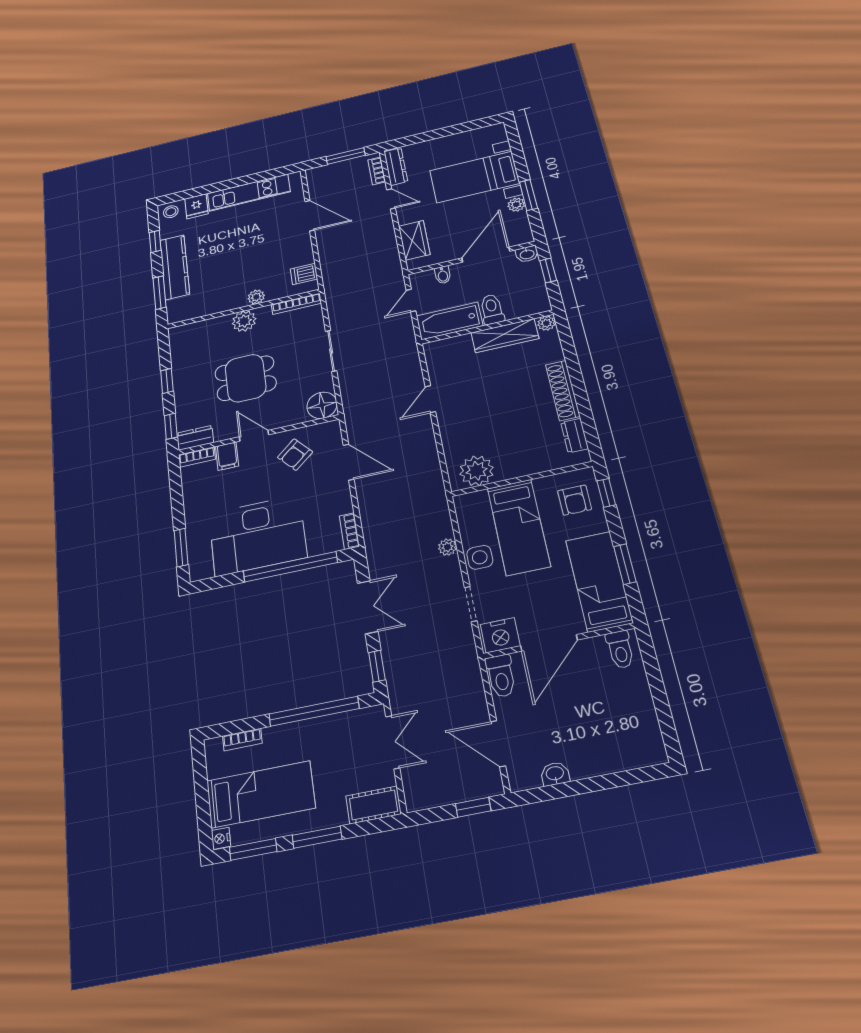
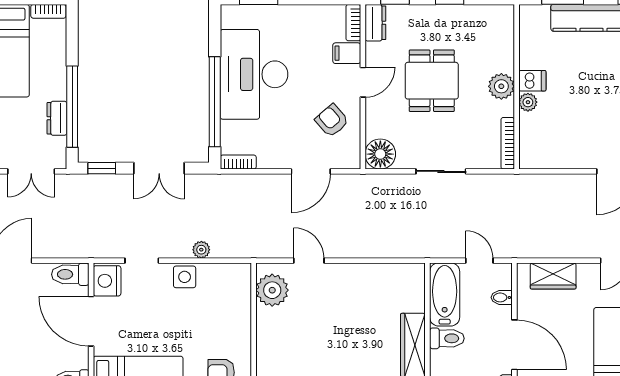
dishwasher: (304, 274) -> (532, 81), moved, turned 90
door: (430, 399) -> (309, 261), moved
bed: (519, 527) -> (206, 317), removed
dresser: (329, 725) -> (57, 118), added
bookcase: (242, 740) -> (48, 11), moved, turned -90

